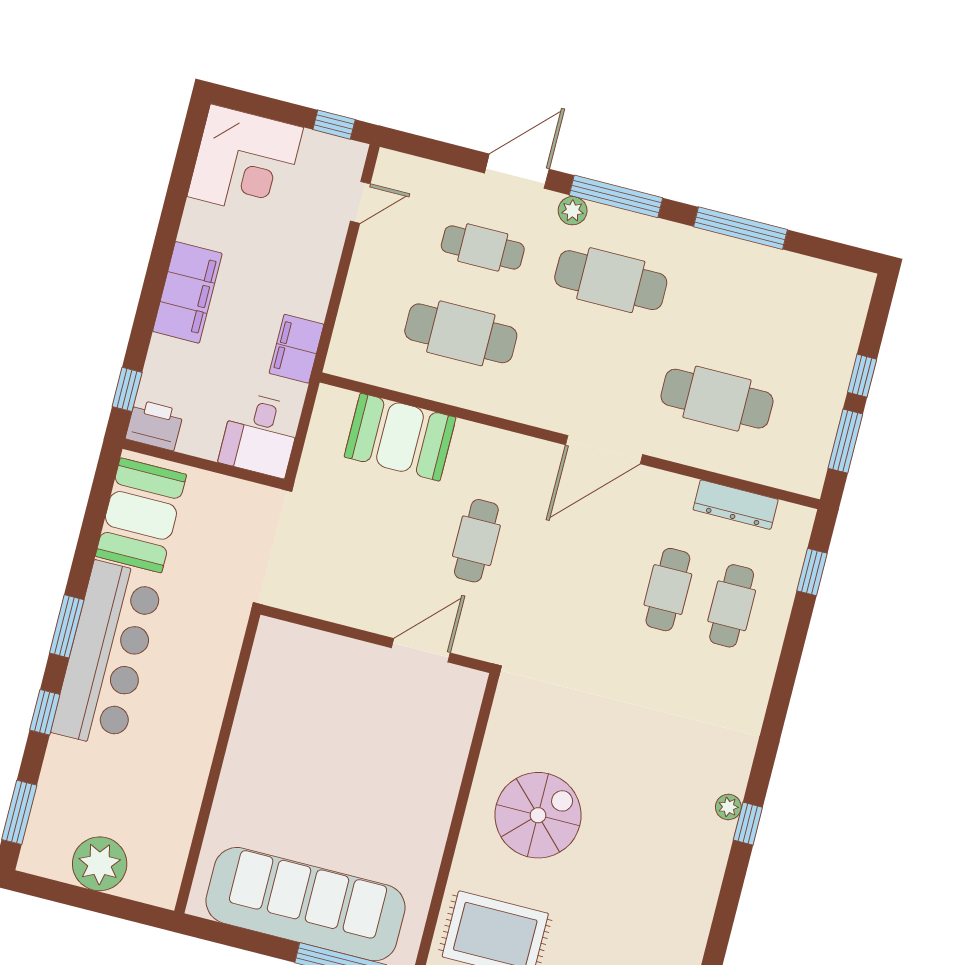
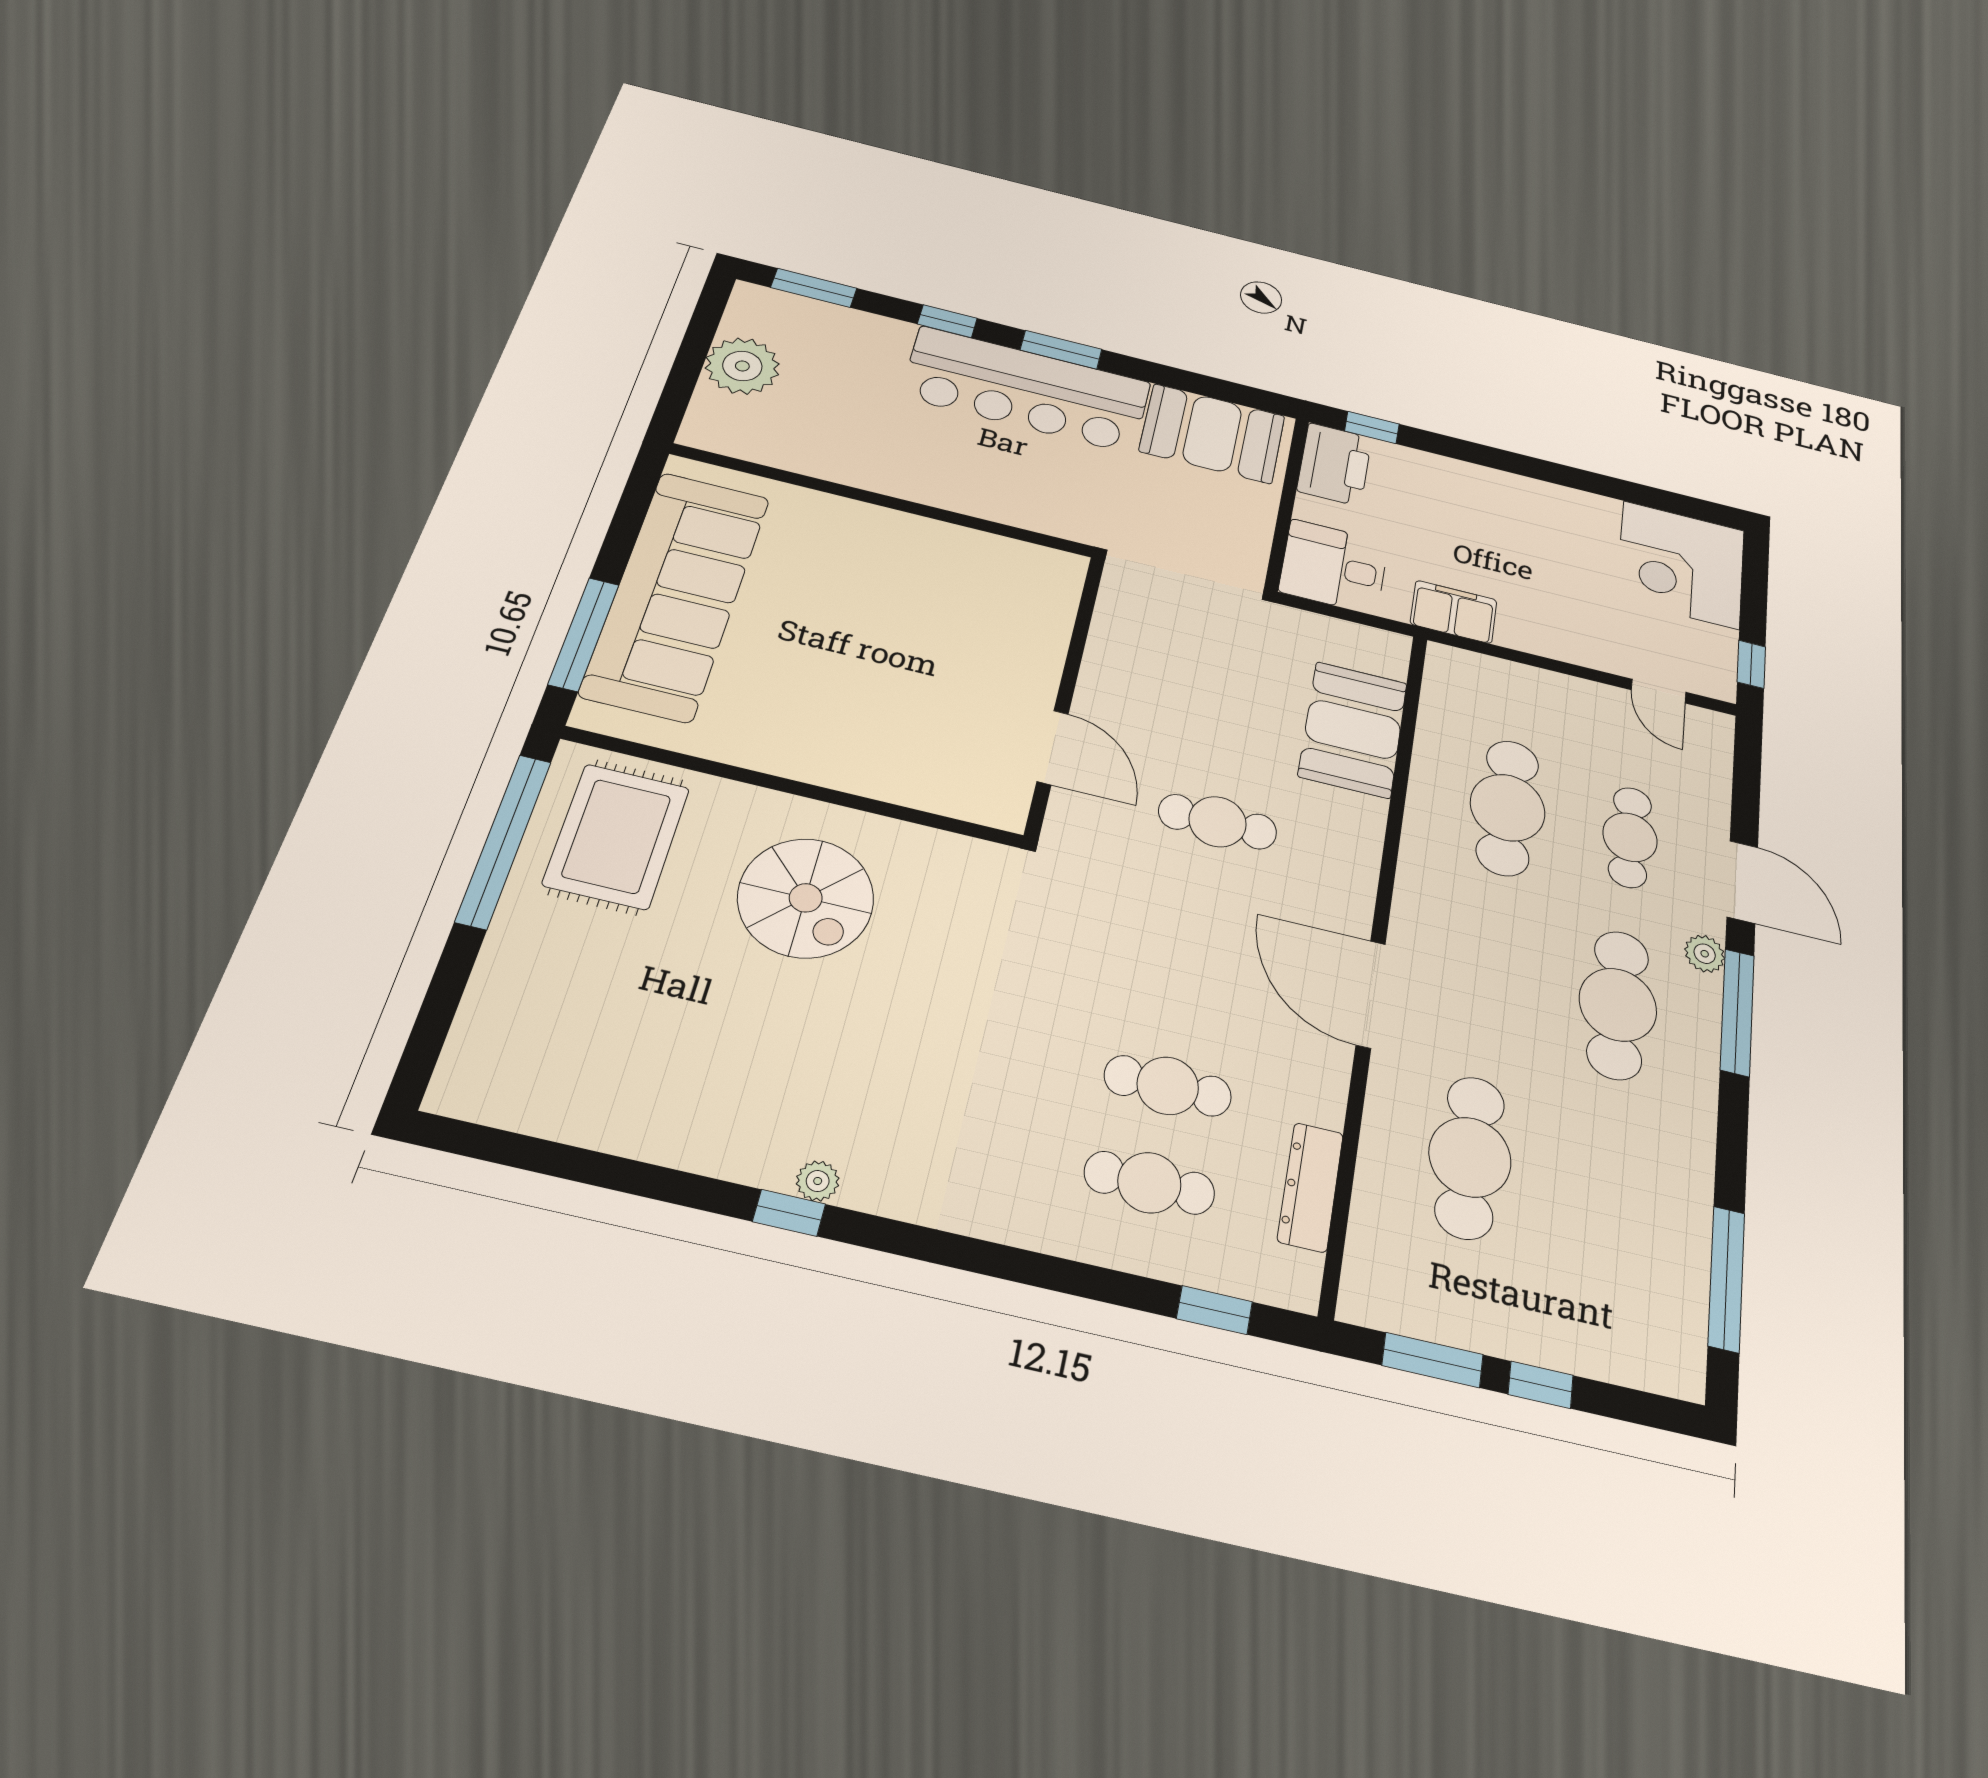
window: (741, 228) -> (1726, 1279), moved
filing cabinet: (187, 292) -> (1505, 496), removed
printer: (155, 425) -> (1334, 464), width x1.37, depth x1.19

